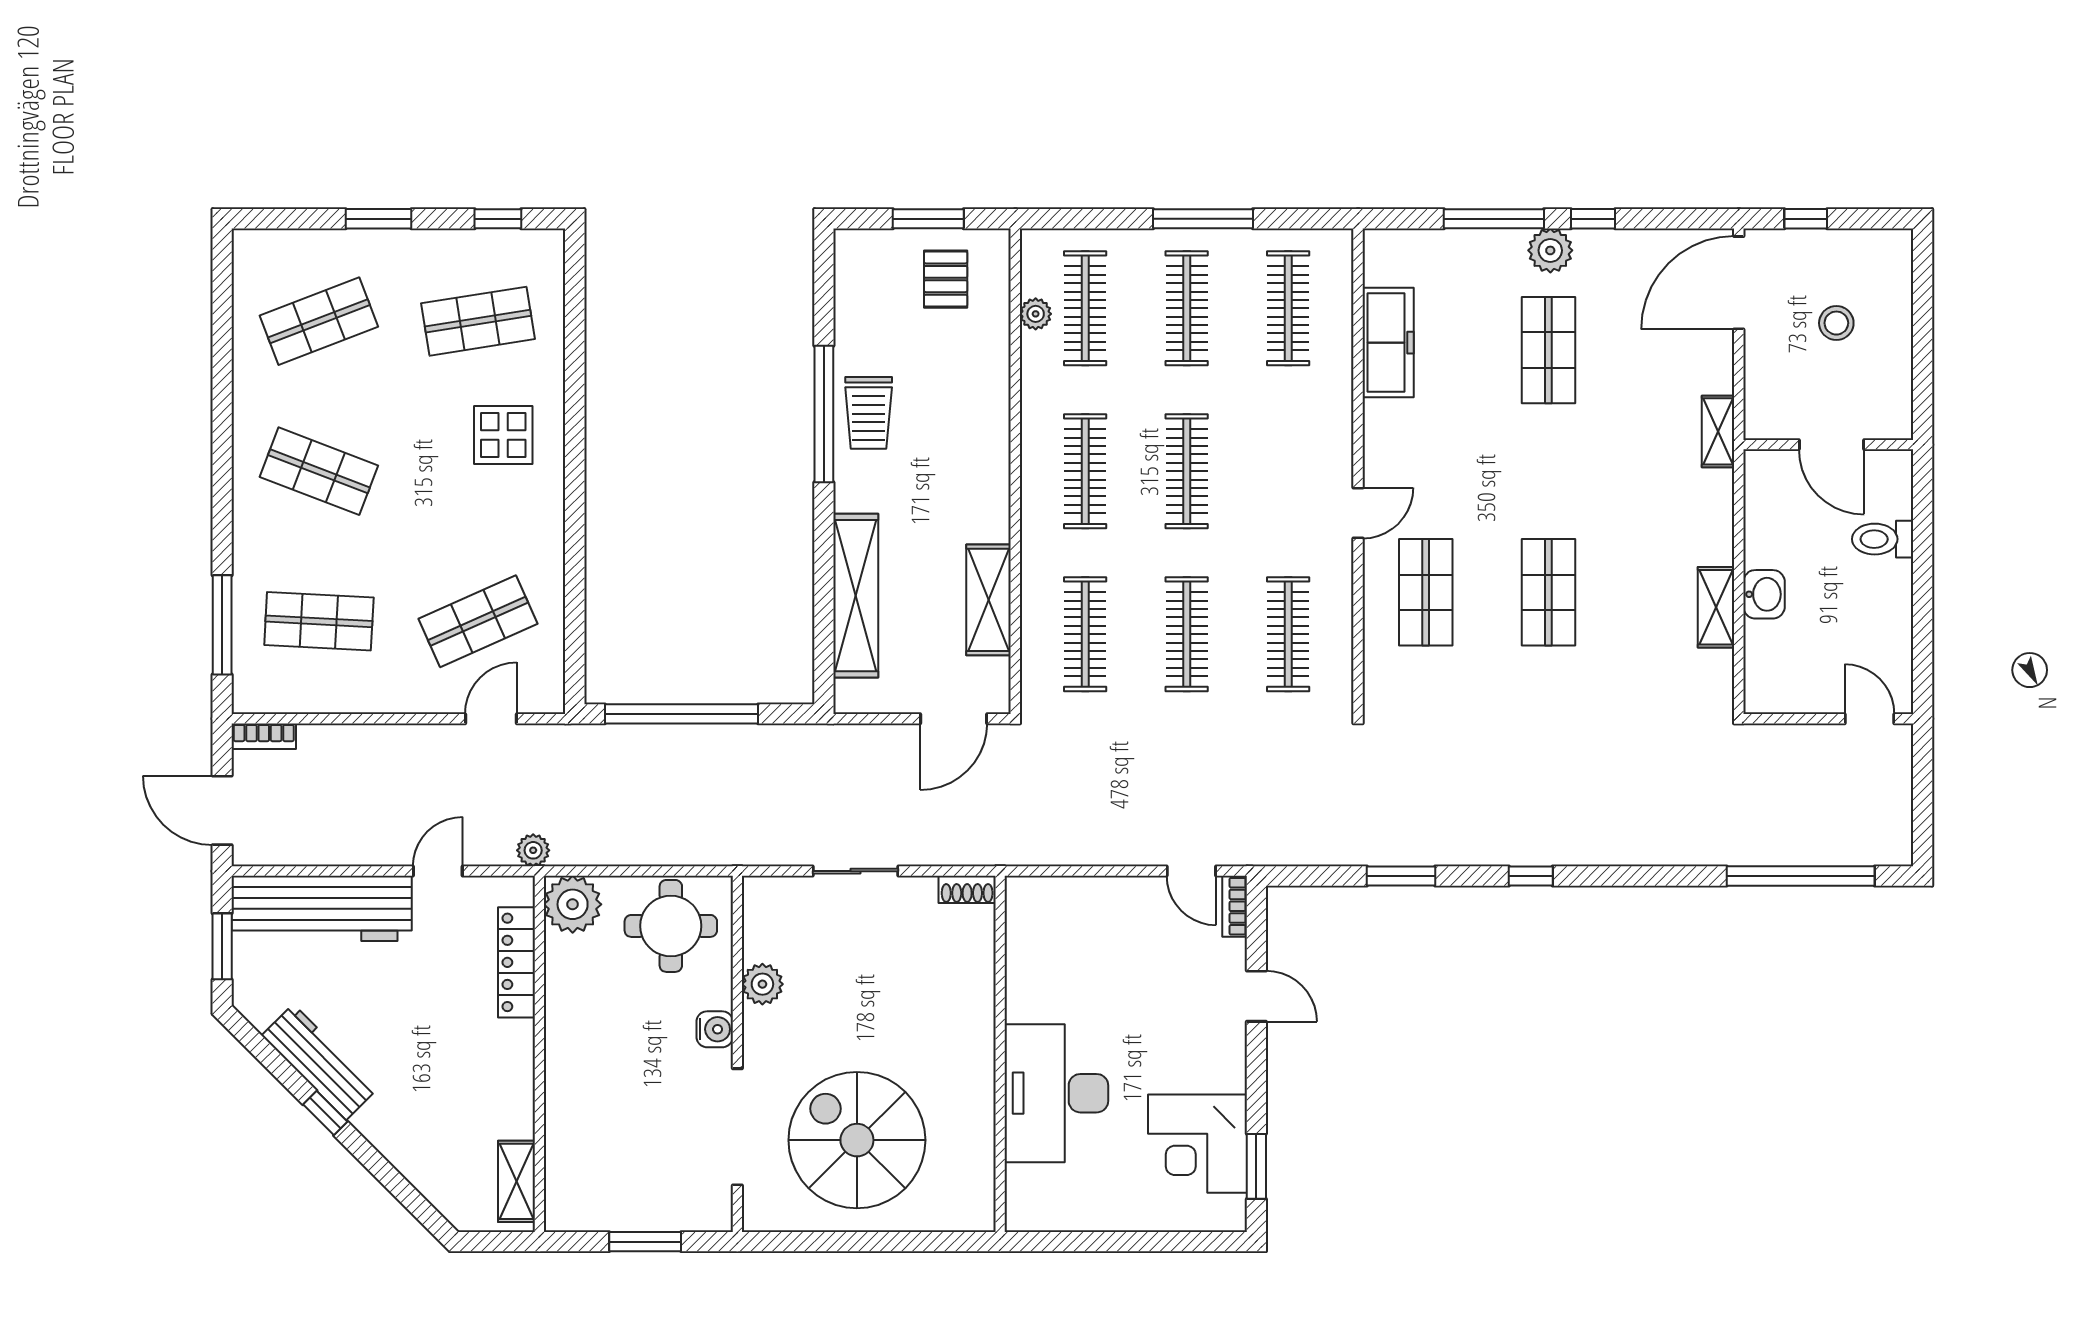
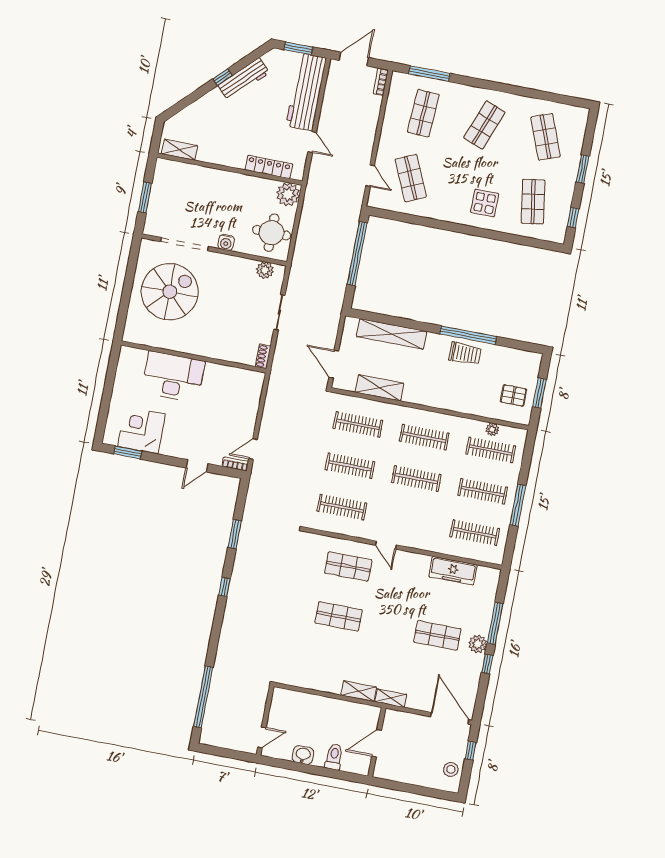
stool: (1836, 323) -> (451, 769), moved
trolley: (869, 413) -> (465, 353), turned 180
washbasin: (1764, 594) -> (303, 755), moved, turned 180
shelving: (1716, 607) -> (359, 691), moved
plant: (533, 850) -> (313, 183), removed
plant: (762, 984) -> (265, 270), moved

